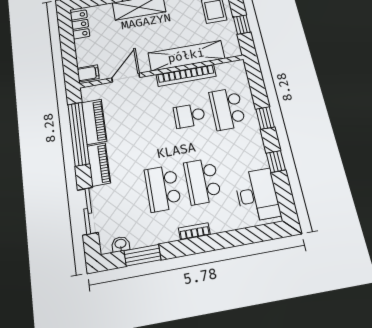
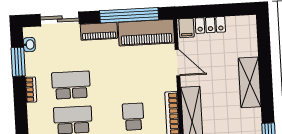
locker: (80, 24) -> (210, 25), moved
piano: (94, 122) -> (146, 33), width x1.37, depth x1.33
bookcase: (194, 231) -> (31, 90), moved

